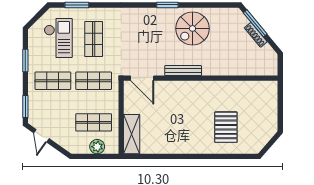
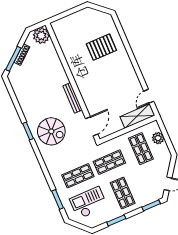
spiral stairs: (192, 28) -> (51, 131), moved
plant: (268, 66) -> (41, 36), added
shop shelf: (94, 81) -> (109, 162), turned 90
door: (148, 156) -> (149, 96), added

